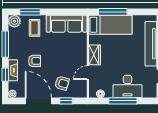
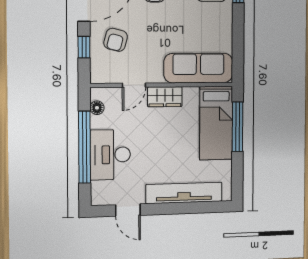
sofa: (67, 24) -> (198, 68), moved, turned 90
door: (88, 73) -> (134, 85), swing flipped
window: (123, 101) -> (85, 147), width x1.46

